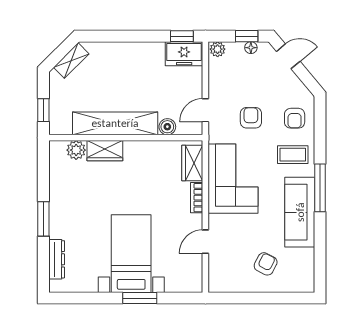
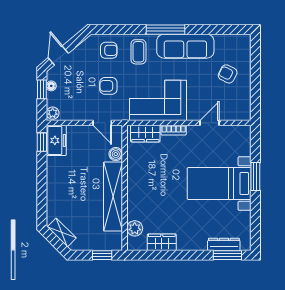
wardrobe: (105, 151) -> (162, 242), moved, turned -90
window: (43, 219) -> (227, 255), moved
door: (205, 242) -> (209, 123), swing flipped

